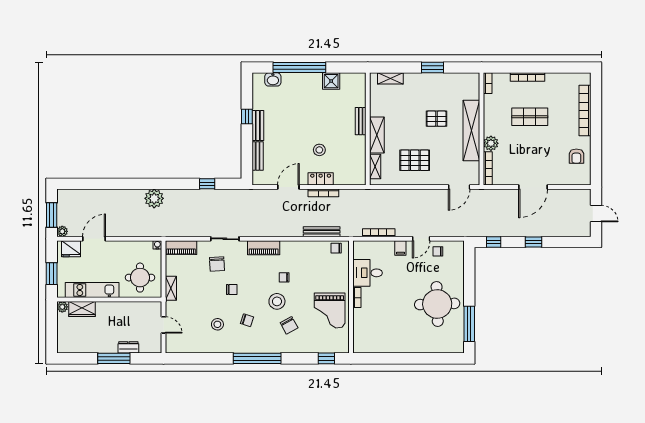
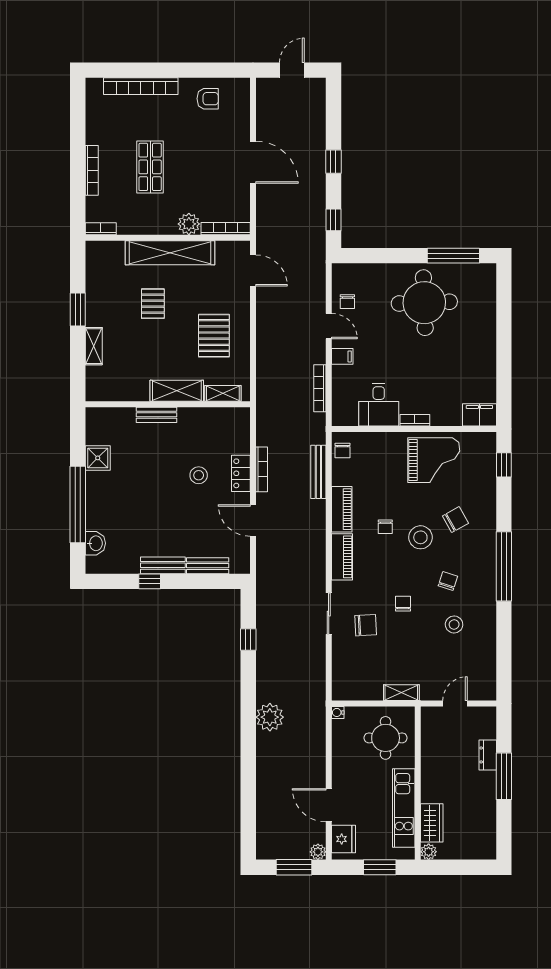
shelving: (390, 78) -> (94, 346), moved
piano: (181, 248) -> (342, 509), moved
filing cabinet: (361, 342) -> (479, 415), added

